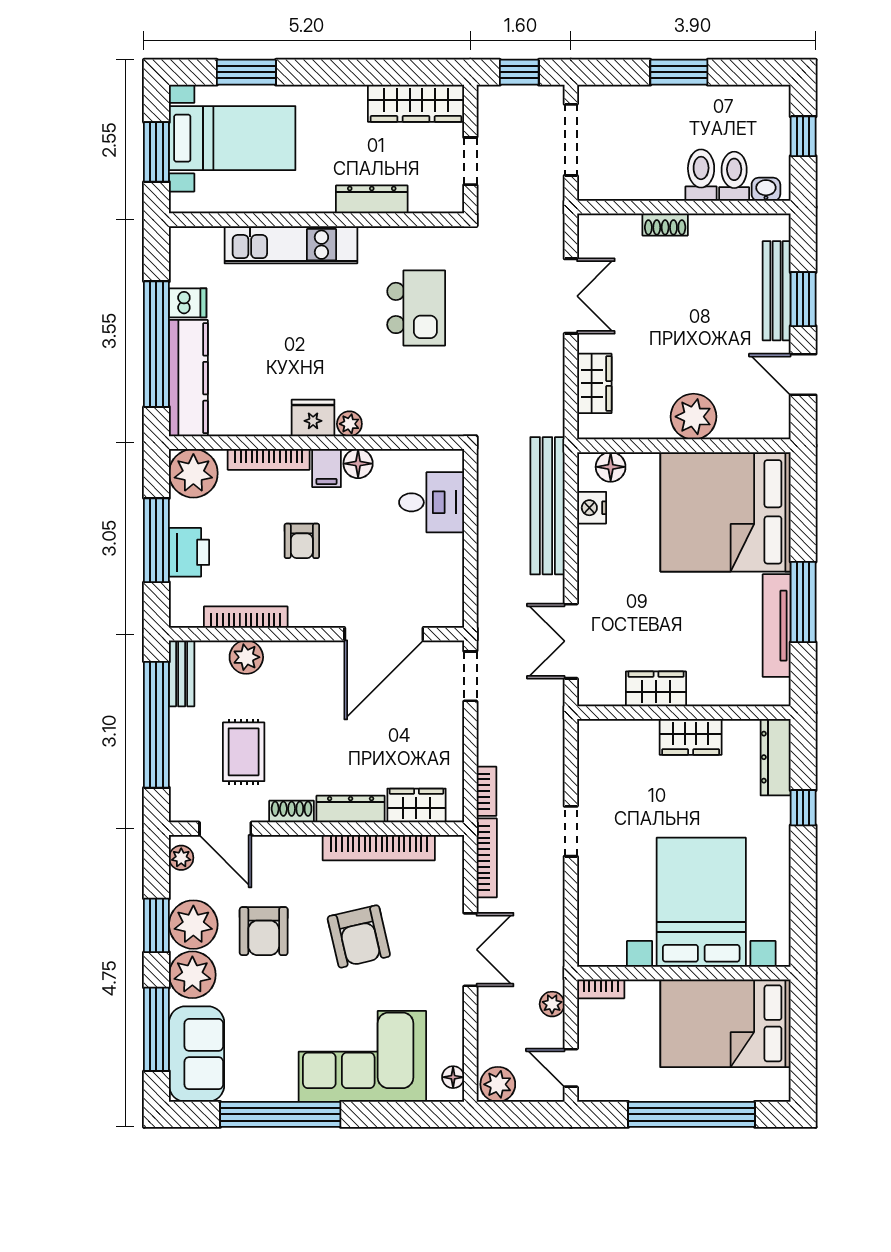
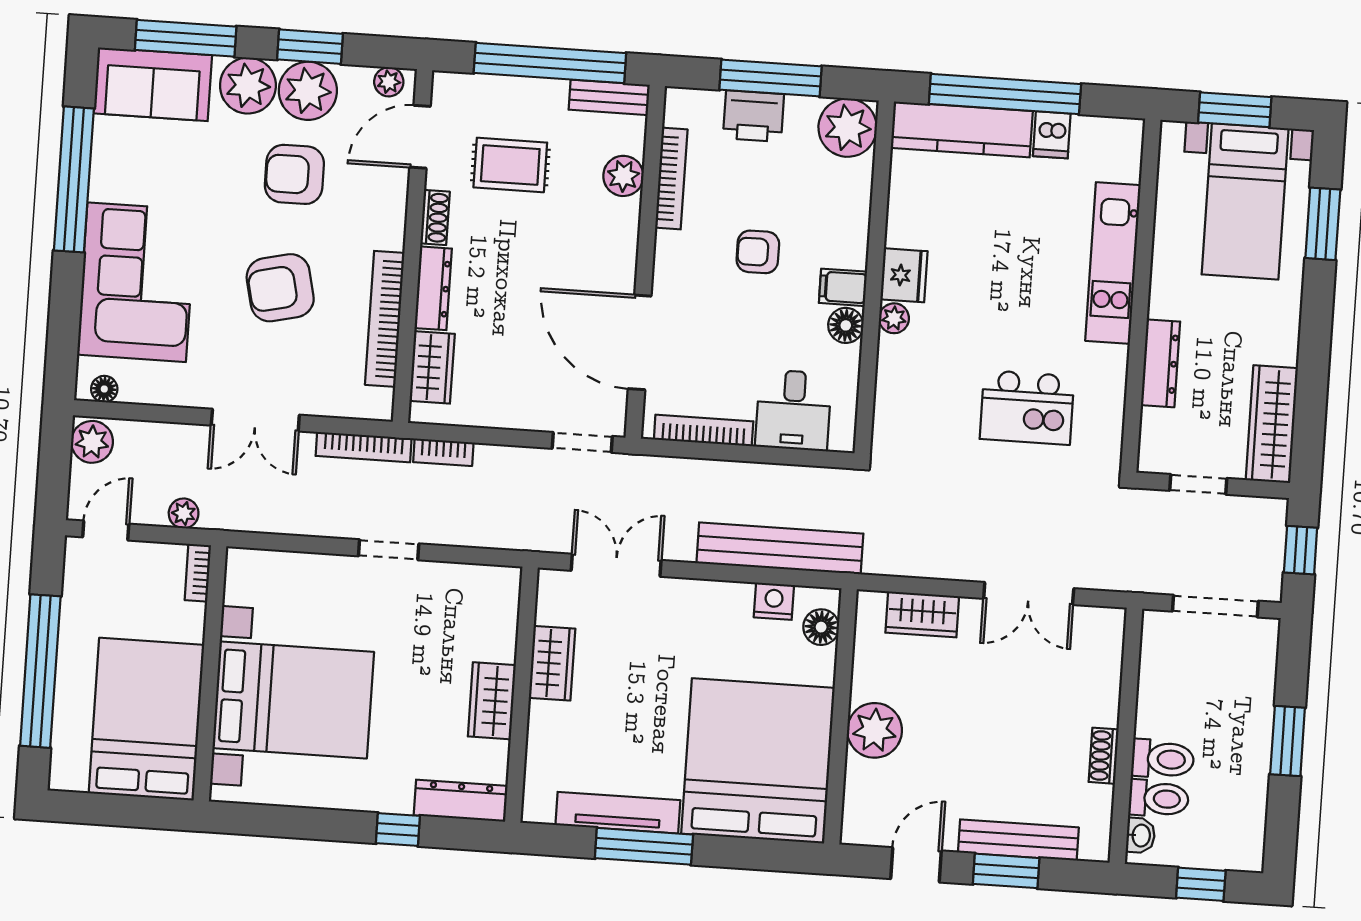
shoe rack: (665, 224) -> (1104, 756), moved
bookcase: (269, 459) -> (704, 430), moved, turned 90

